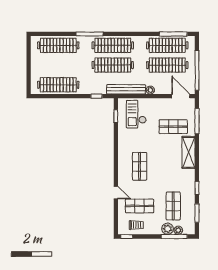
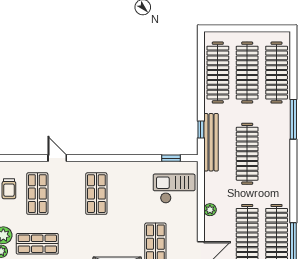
clothes rail: (113, 45) -> (247, 73), moved
bench: (126, 89) -> (211, 142), moved
shop shelf: (140, 166) -> (96, 194), turned 90
door: (116, 193) -> (57, 158), swing flipped

